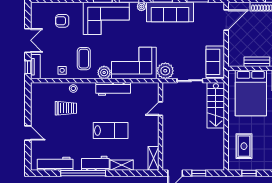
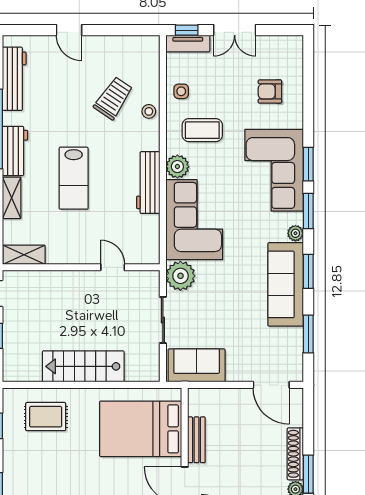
armchair: (62, 21) -> (270, 91), turned -90
stairs: (216, 105) -> (83, 366), moved
trolley: (66, 108) -> (113, 98), turned -146
door: (28, 133) -> (69, 30), hinge flipped

